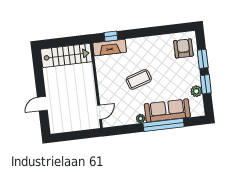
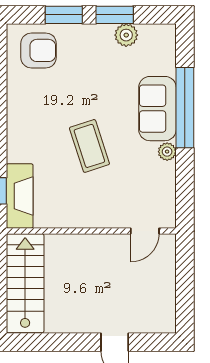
armchair: (183, 48) -> (39, 50), turned 180
sofa: (167, 110) -> (157, 109), width x0.73
door: (100, 112) -> (145, 231), swing flipped

